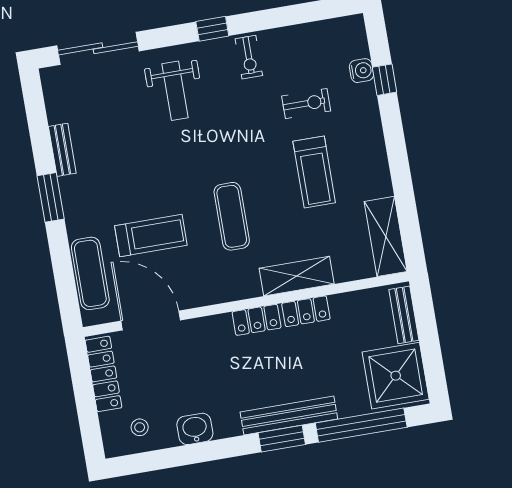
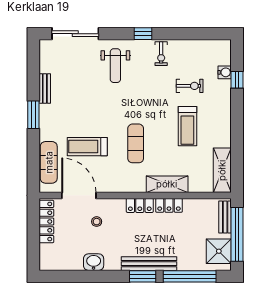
treadmill: (151, 235) -> (87, 147), turned 180
window: (429, 340) -> (237, 234), added
shower: (396, 376) -> (219, 251), width x0.73, depth x0.73
stool: (140, 427) -> (97, 222), moved

